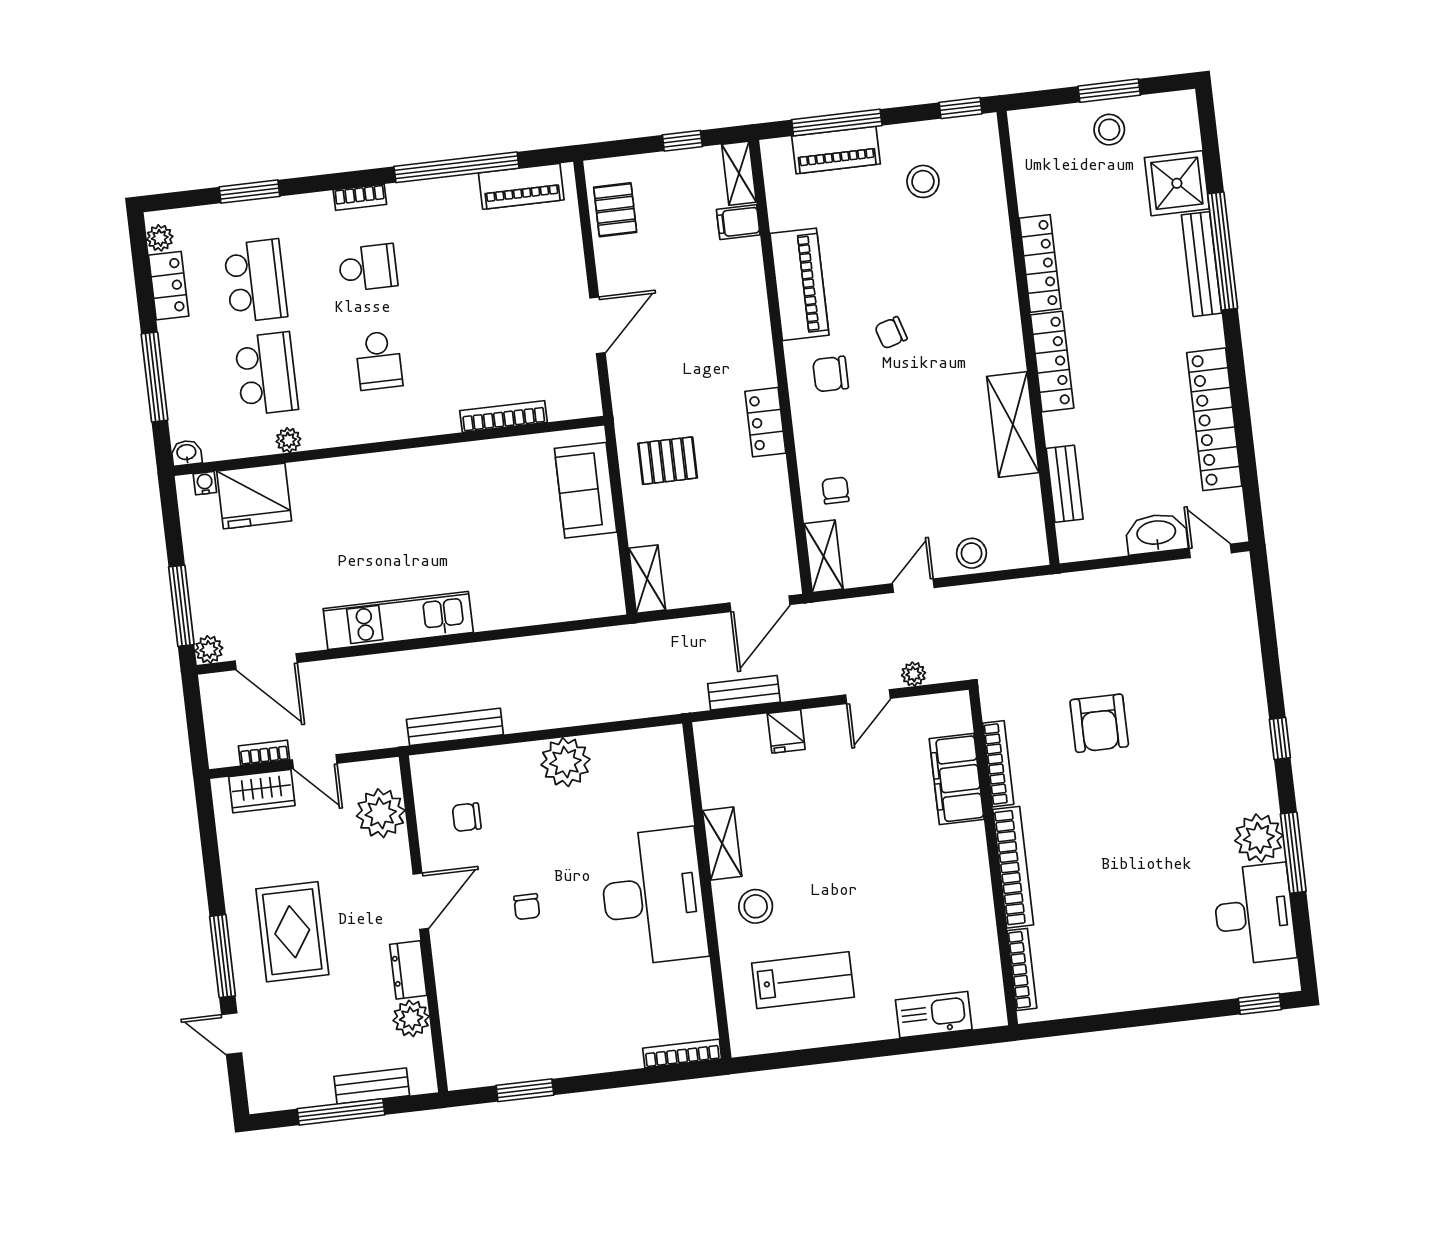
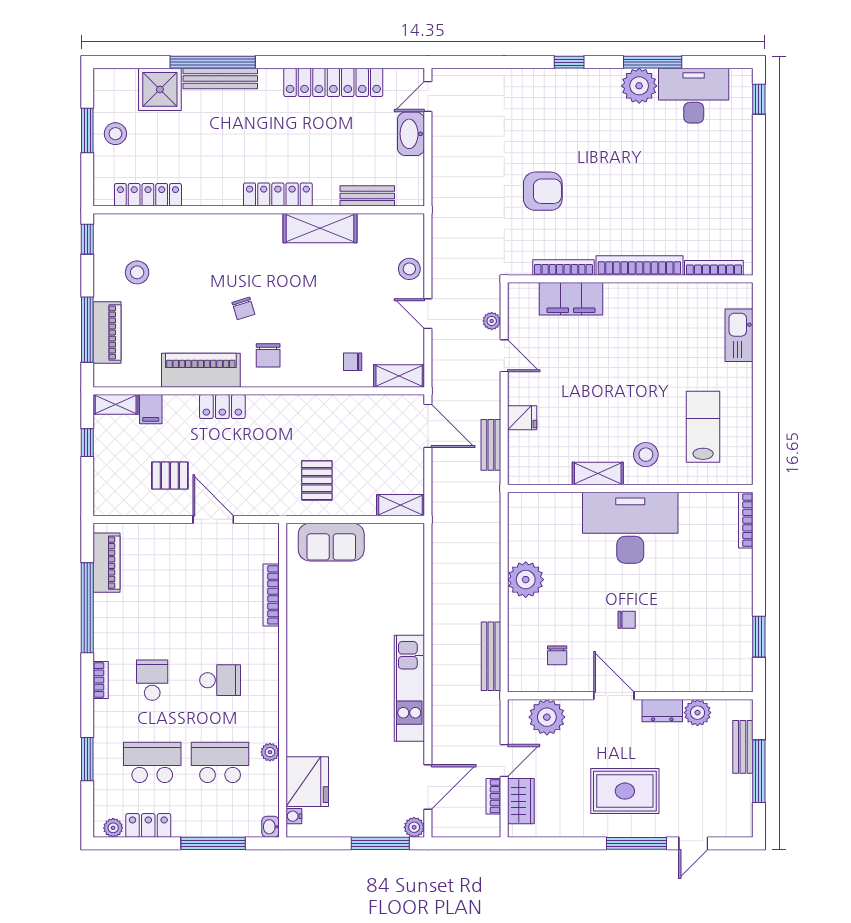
pallet: (615, 210) -> (170, 476), moved
locker: (1040, 263) -> (148, 195), moved
locker: (765, 422) -> (222, 407), moved

